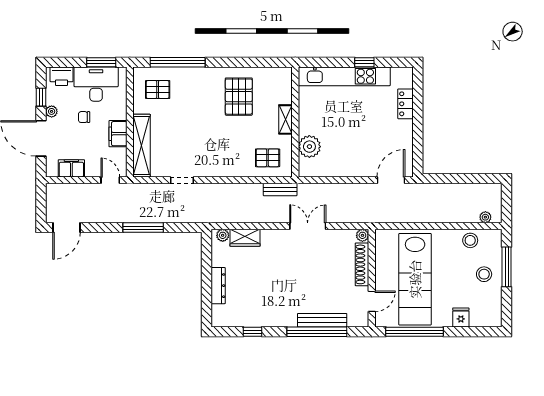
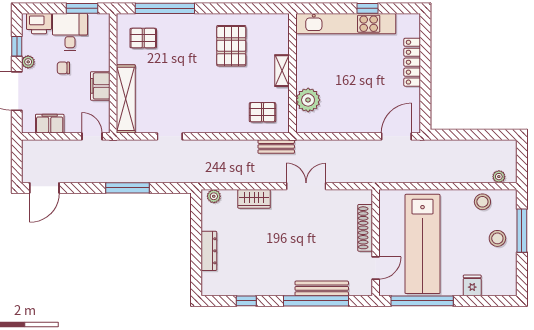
desk: (96, 84) -> (70, 32), width x0.73
locker: (406, 104) -> (412, 62), width x1.53
plant: (362, 235) -> (365, 196), removed
wardrobe: (245, 238) -> (254, 199), moved

